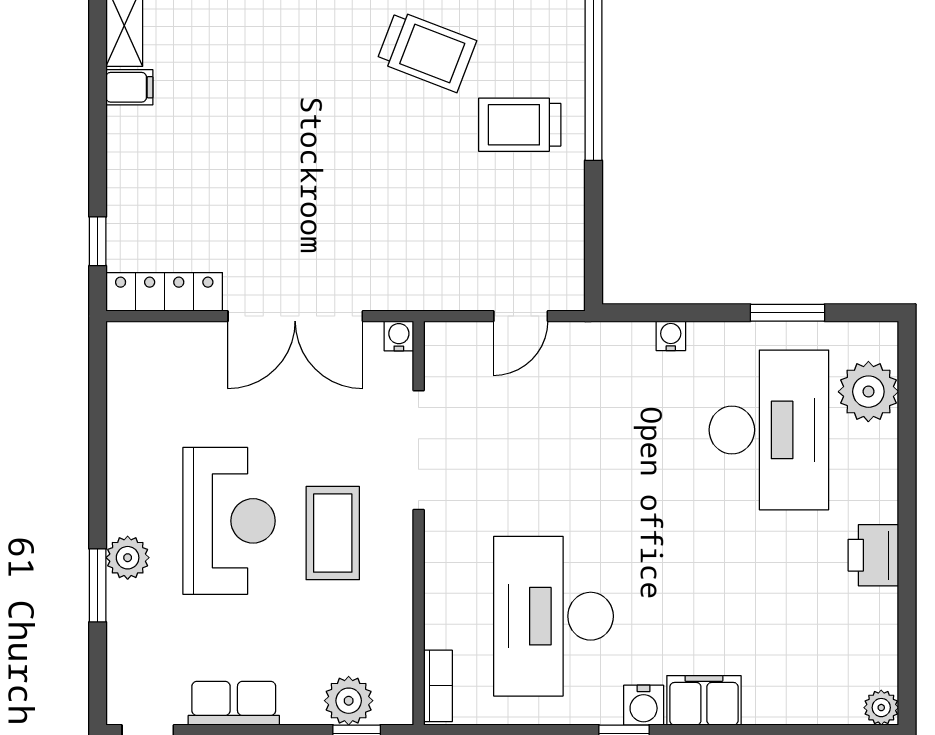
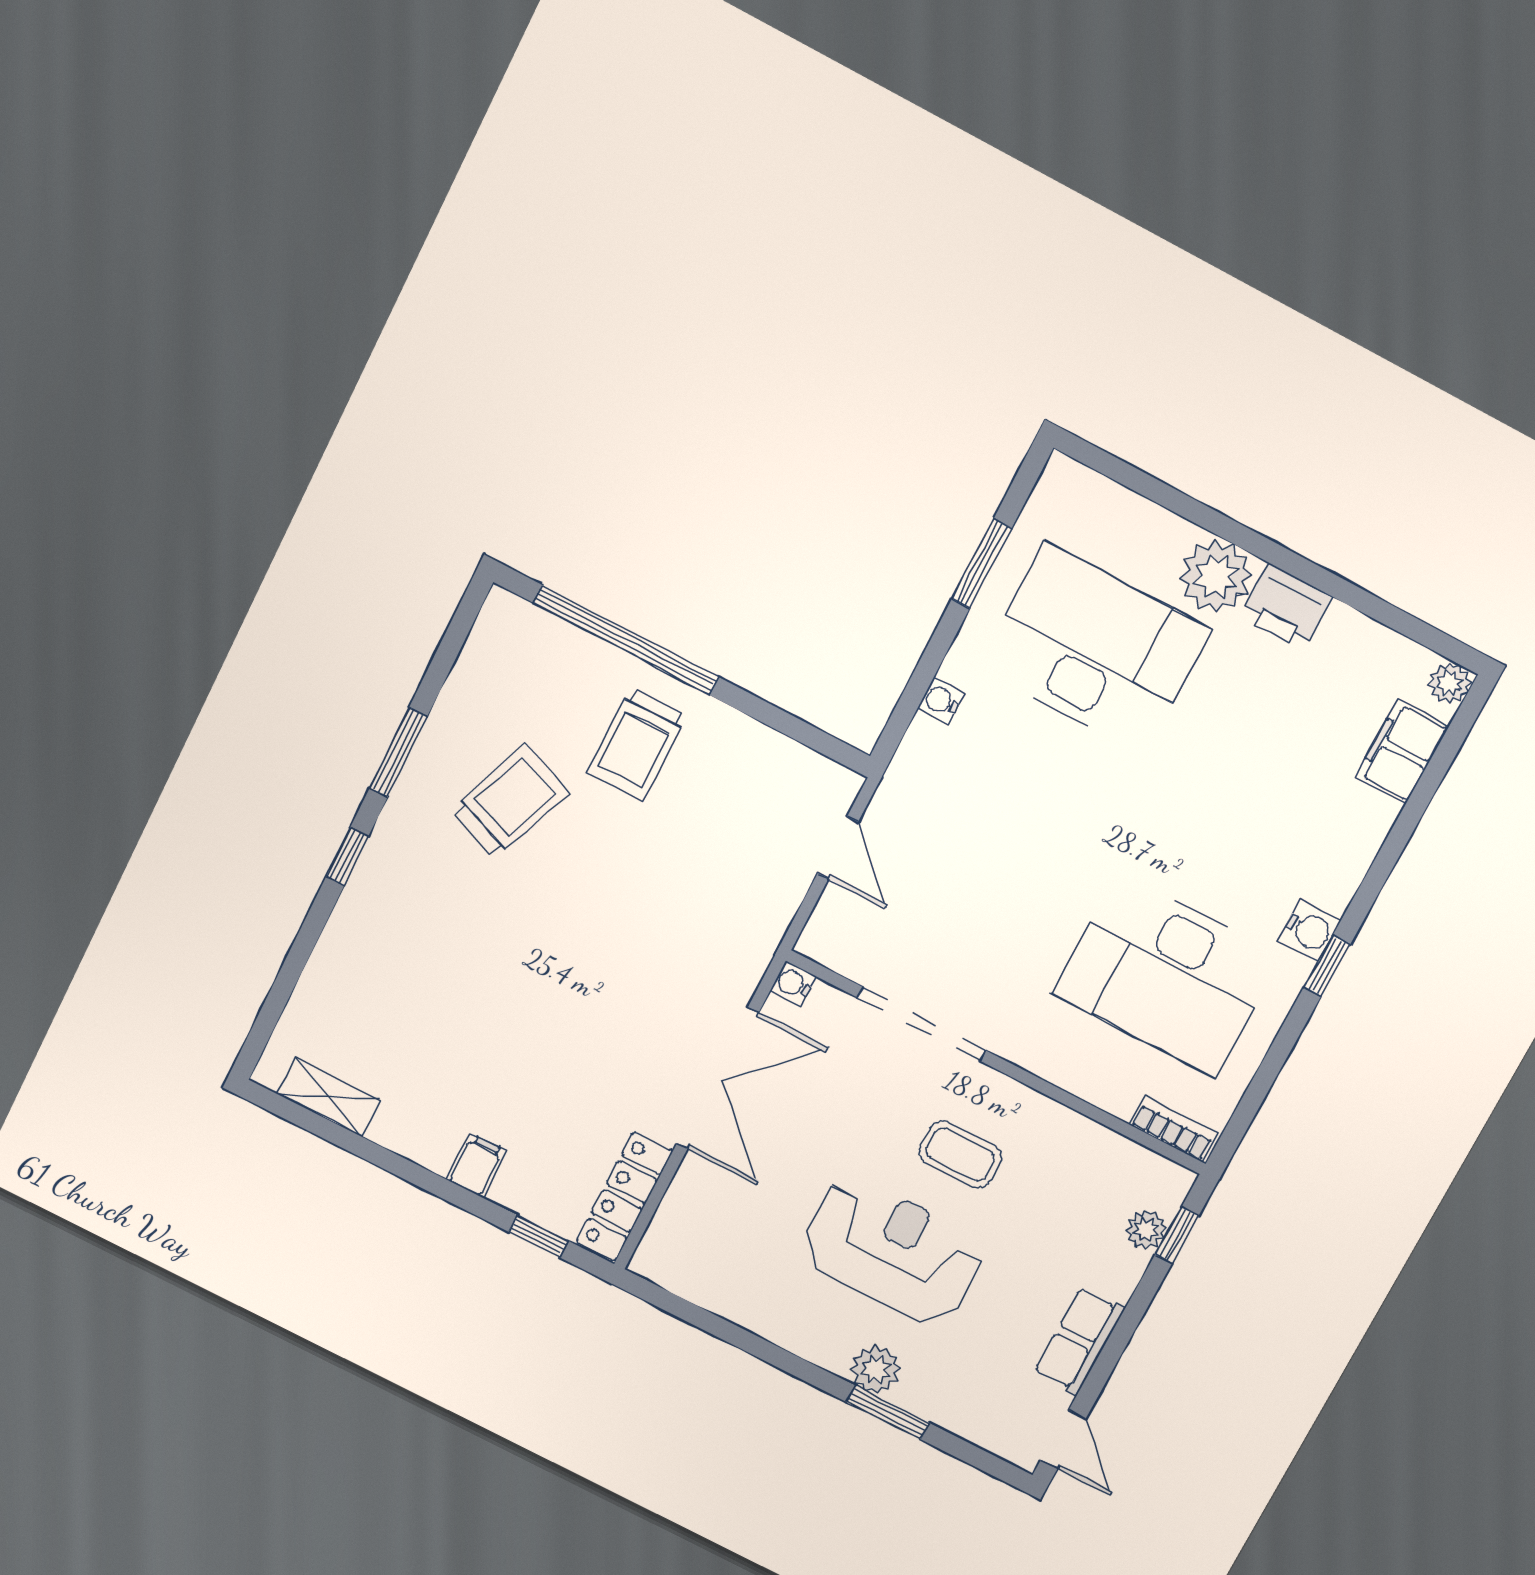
filing cabinet: (129, 87) -> (476, 1165), moved
plant: (868, 392) -> (1216, 576), moved
coffee table: (333, 533) -> (960, 1154), width x0.73, depth x0.77
filing cabinet: (704, 700) -> (1402, 752), moved
plant: (349, 701) -> (1146, 1229), width x0.73, depth x0.73

